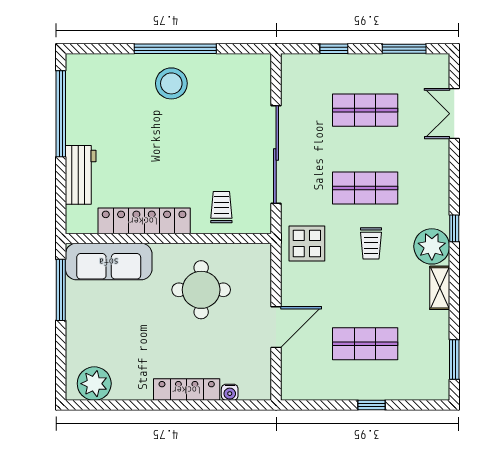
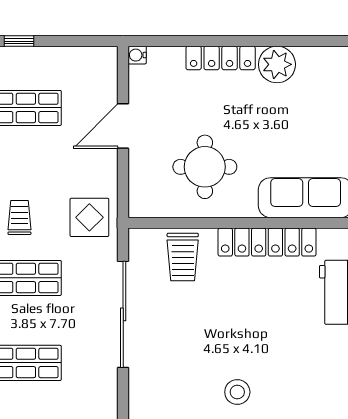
stool: (171, 83) -> (237, 392), width x0.73, depth x0.73
trolley: (221, 207) -> (183, 257), width x1.36, depth x1.39
plant: (94, 384) -> (277, 64), moved
water cooler: (230, 392) -> (137, 55), moved, turned -90

